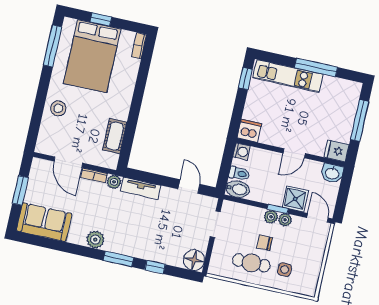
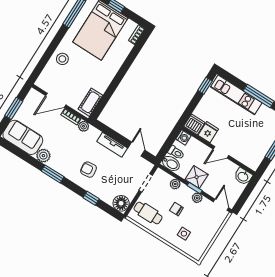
cot: (115, 136) -> (90, 102), moved
fridge: (337, 151) -> (208, 132), moved, turned 90
door: (68, 162) -> (56, 100), hinge flipped
tv unit: (141, 188) -> (112, 145), moved
shower: (295, 199) -> (197, 177), moved
plant: (271, 217) -> (175, 184), moved
armchair: (139, 233) -> (88, 170), added
plant: (95, 240) -> (43, 156), moved
window: (119, 259) -> (53, 174), moved
cafe table: (251, 263) -> (148, 213), moved

